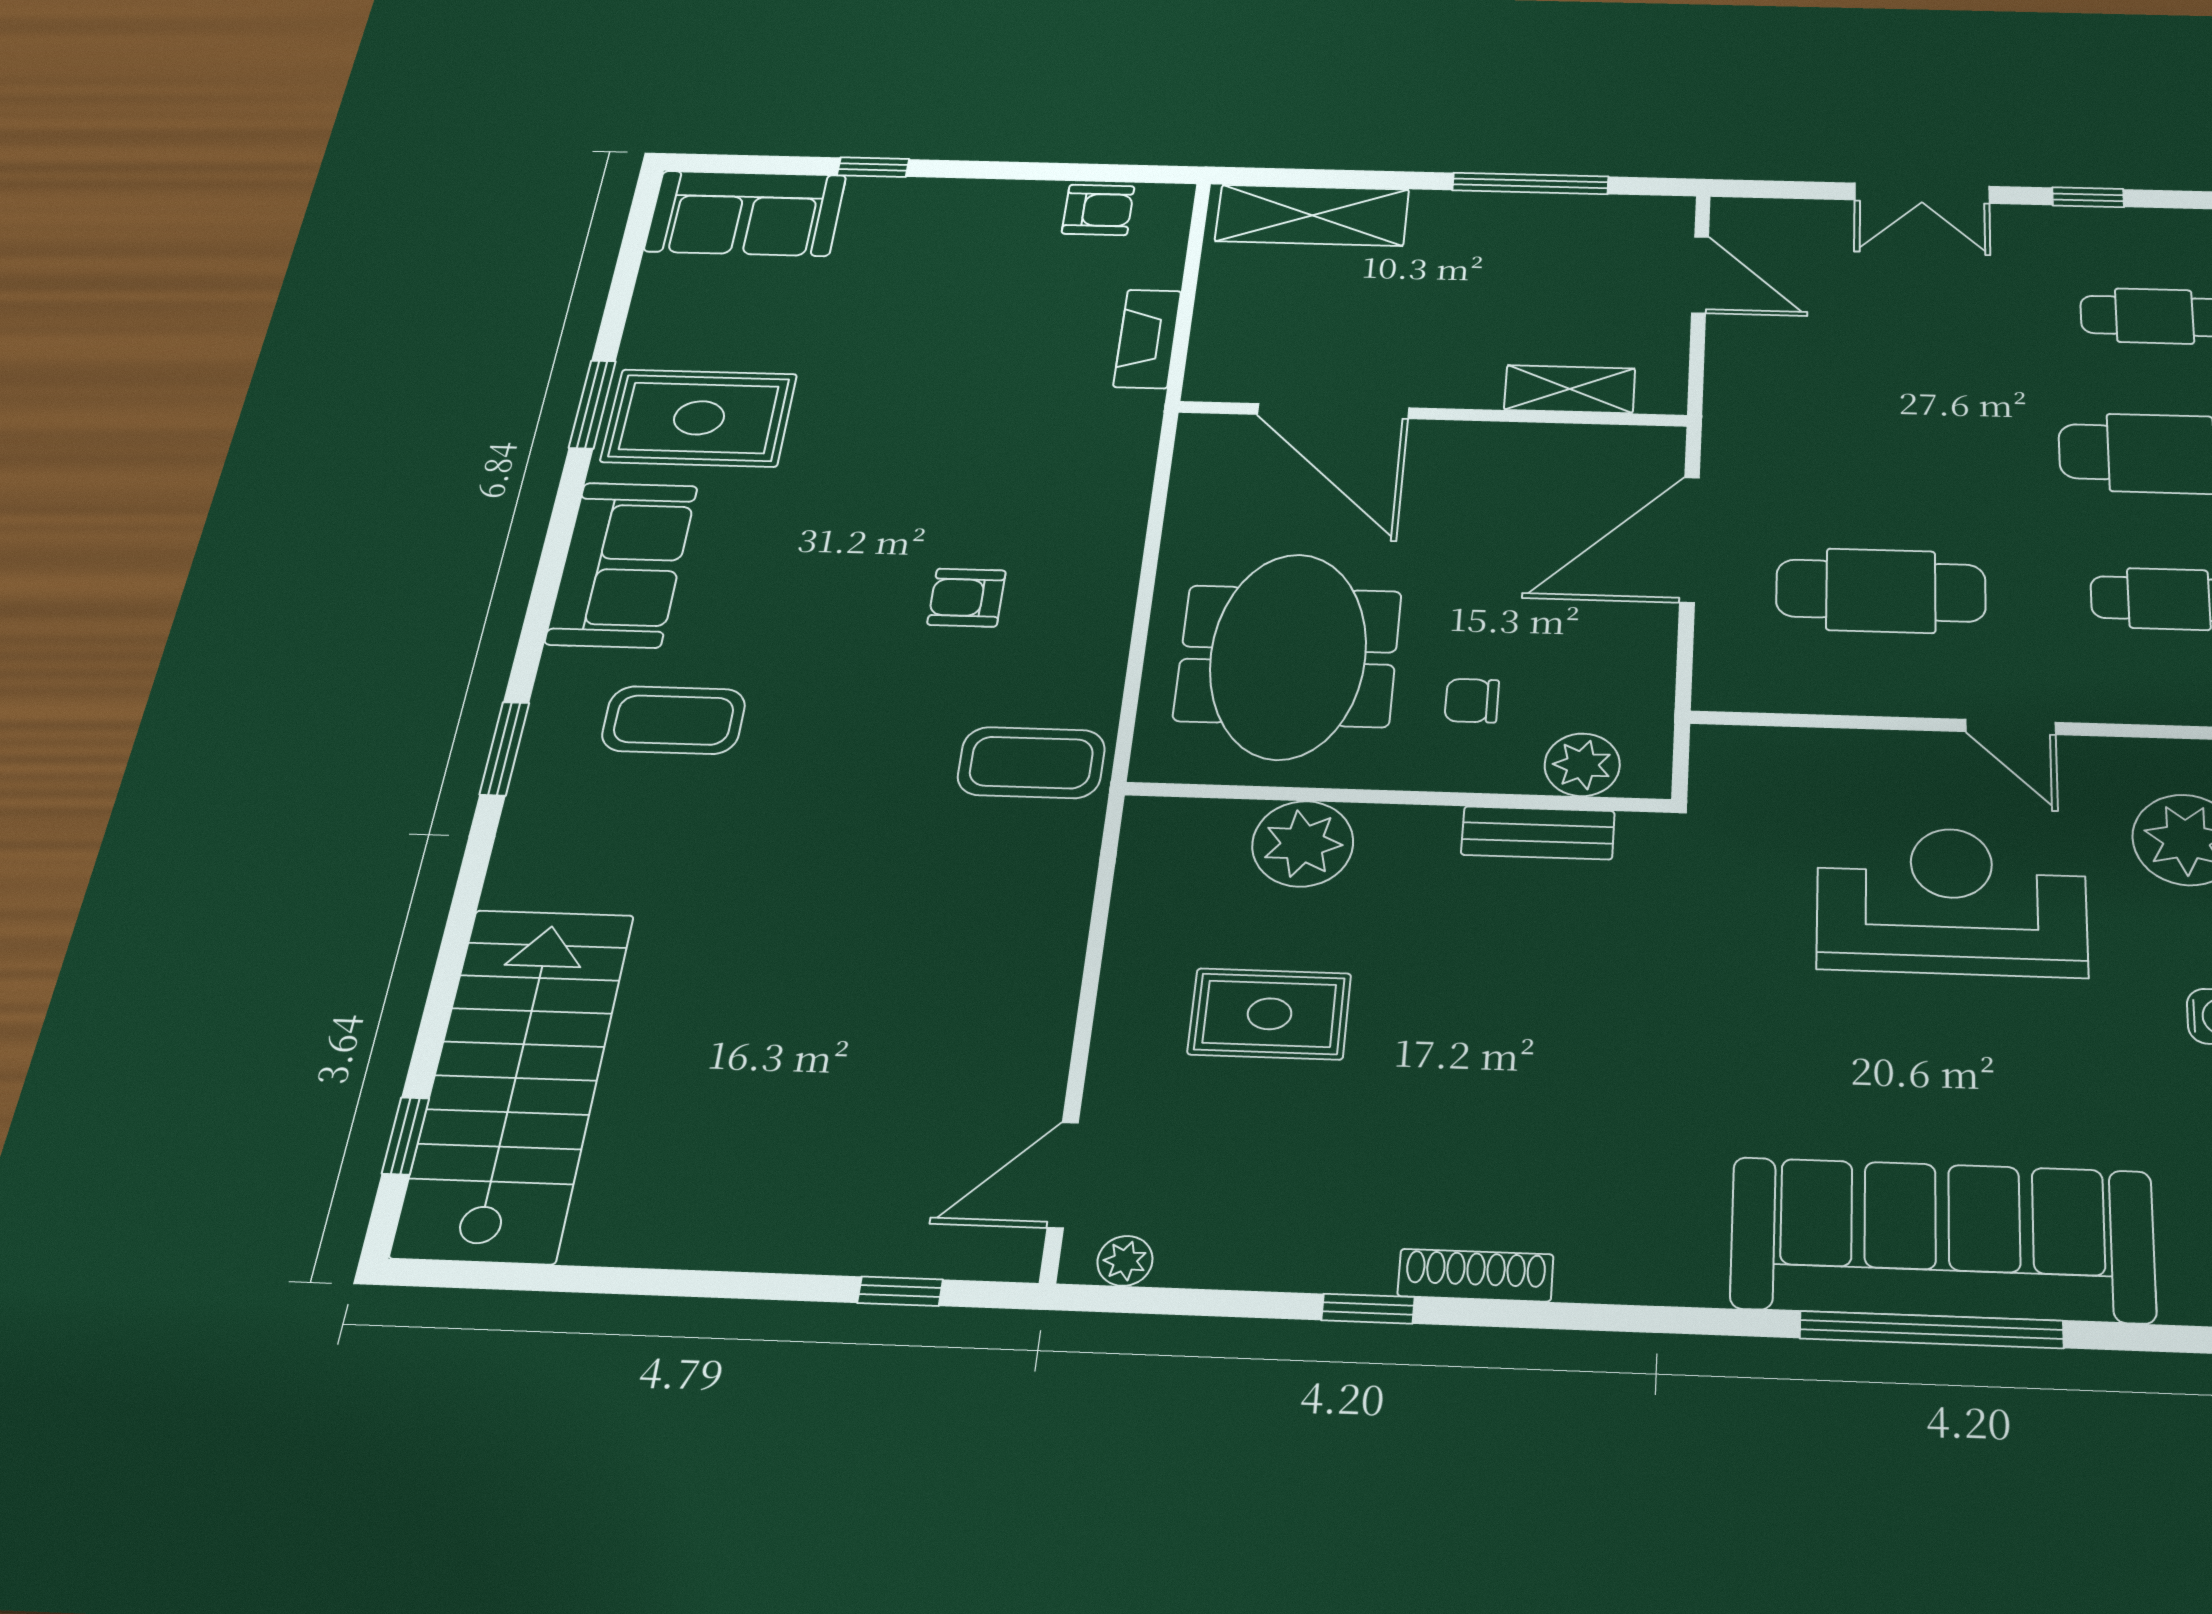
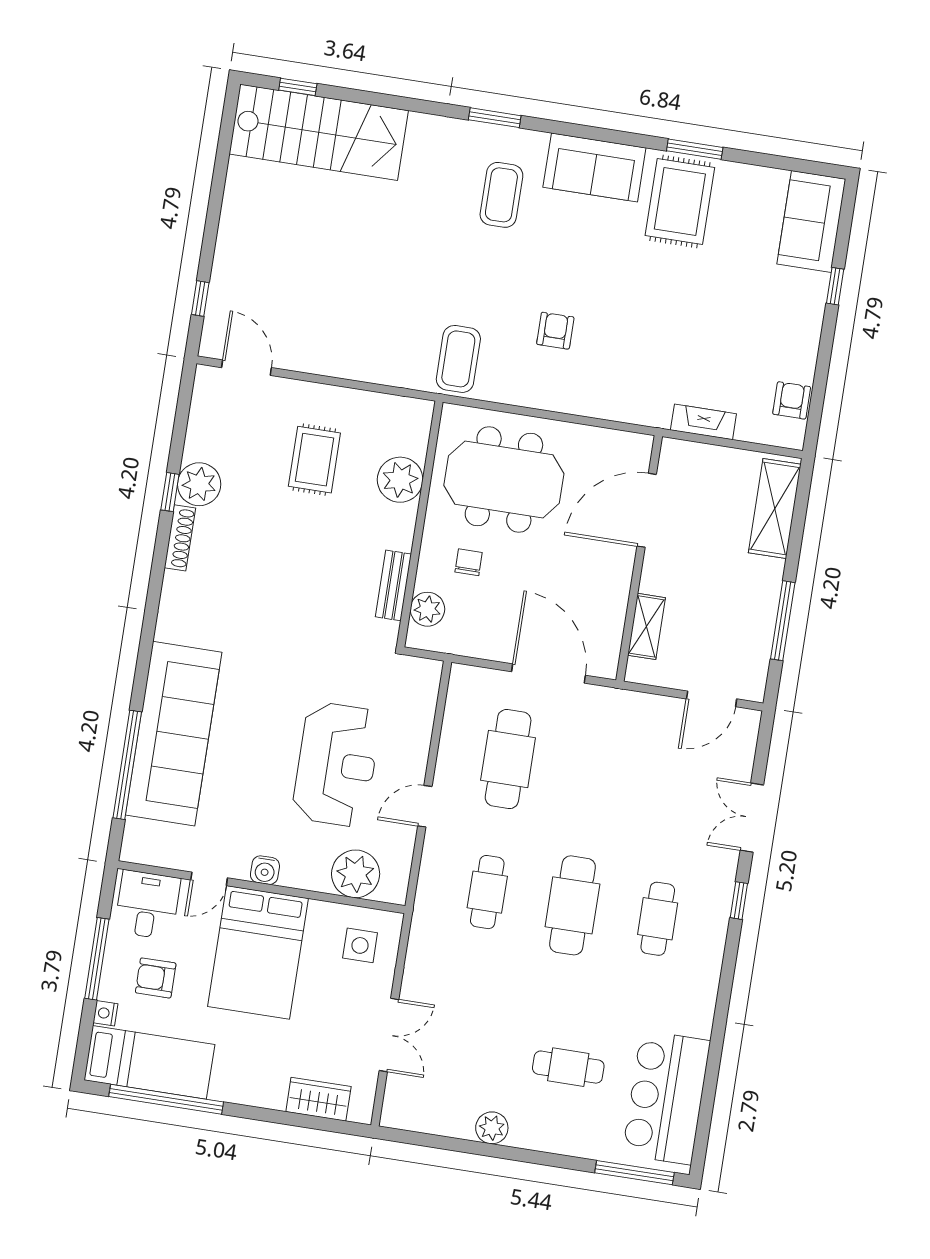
armchair: (1098, 210) -> (792, 400), turned 180
plant: (1125, 1261) -> (199, 484), moved, width x1.87, depth x1.87
window: (1931, 1330) -> (127, 765), moved

